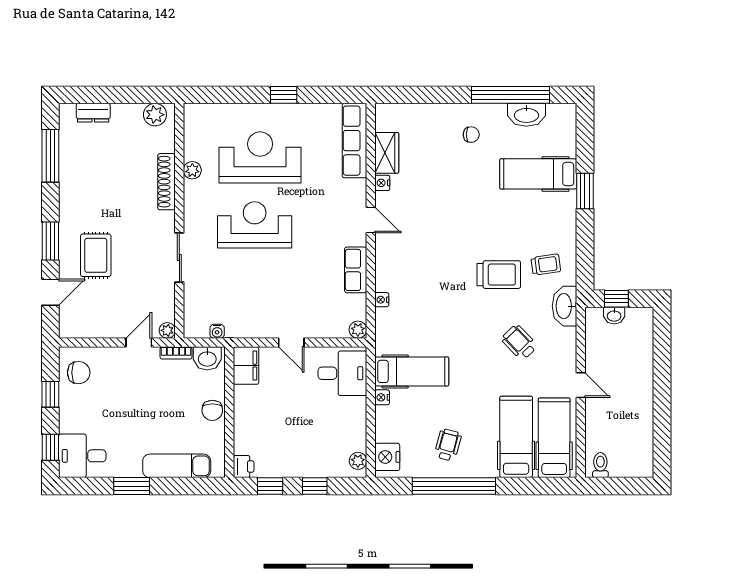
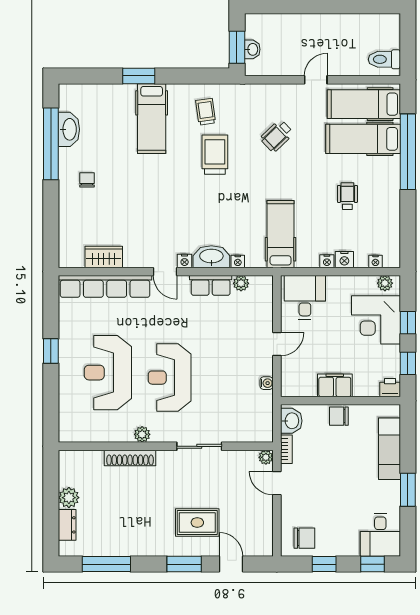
plant: (155, 115) -> (69, 498), moved
row of seats: (354, 141) -> (105, 286), width x1.36
plant: (192, 170) -> (142, 434), moved
hospital bed: (538, 174) -> (152, 119), moved
nightstand: (382, 183) -> (185, 261), moved
door: (371, 220) -> (165, 272), swing flipped
window: (616, 299) -> (237, 47), width x1.50
washbasin: (564, 306) -> (211, 257), moved, turned 180
plant: (358, 330) -> (241, 283), moved
water cooler: (217, 331) -> (267, 383), moved
filing cabinet: (246, 366) -> (335, 385), moved
hospital bed: (412, 371) -> (281, 234), moved
chair: (79, 373) -> (304, 538), turned 90
chair: (212, 410) -> (339, 416), turned 180
nightstand: (384, 416) -> (344, 260), added
wheelchair: (448, 445) -> (347, 196), moved, turned 75
corner desk: (318, 451) -> (376, 320), added
nightstand: (387, 457) -> (375, 261), width x0.53, depth x0.56
toilet: (600, 465) -> (384, 59), width x1.37, depth x1.39
window: (454, 486) -> (408, 152), moved

